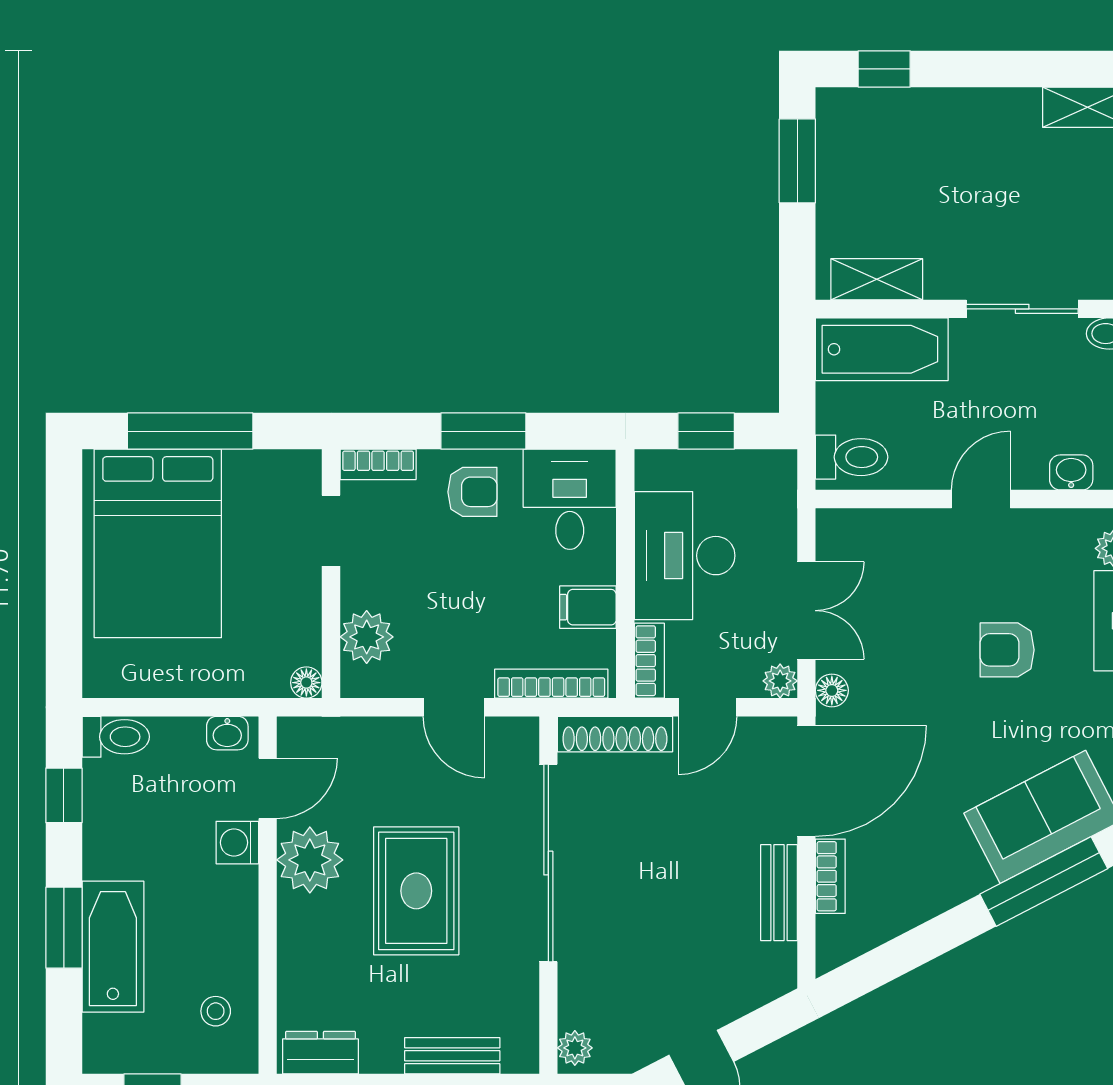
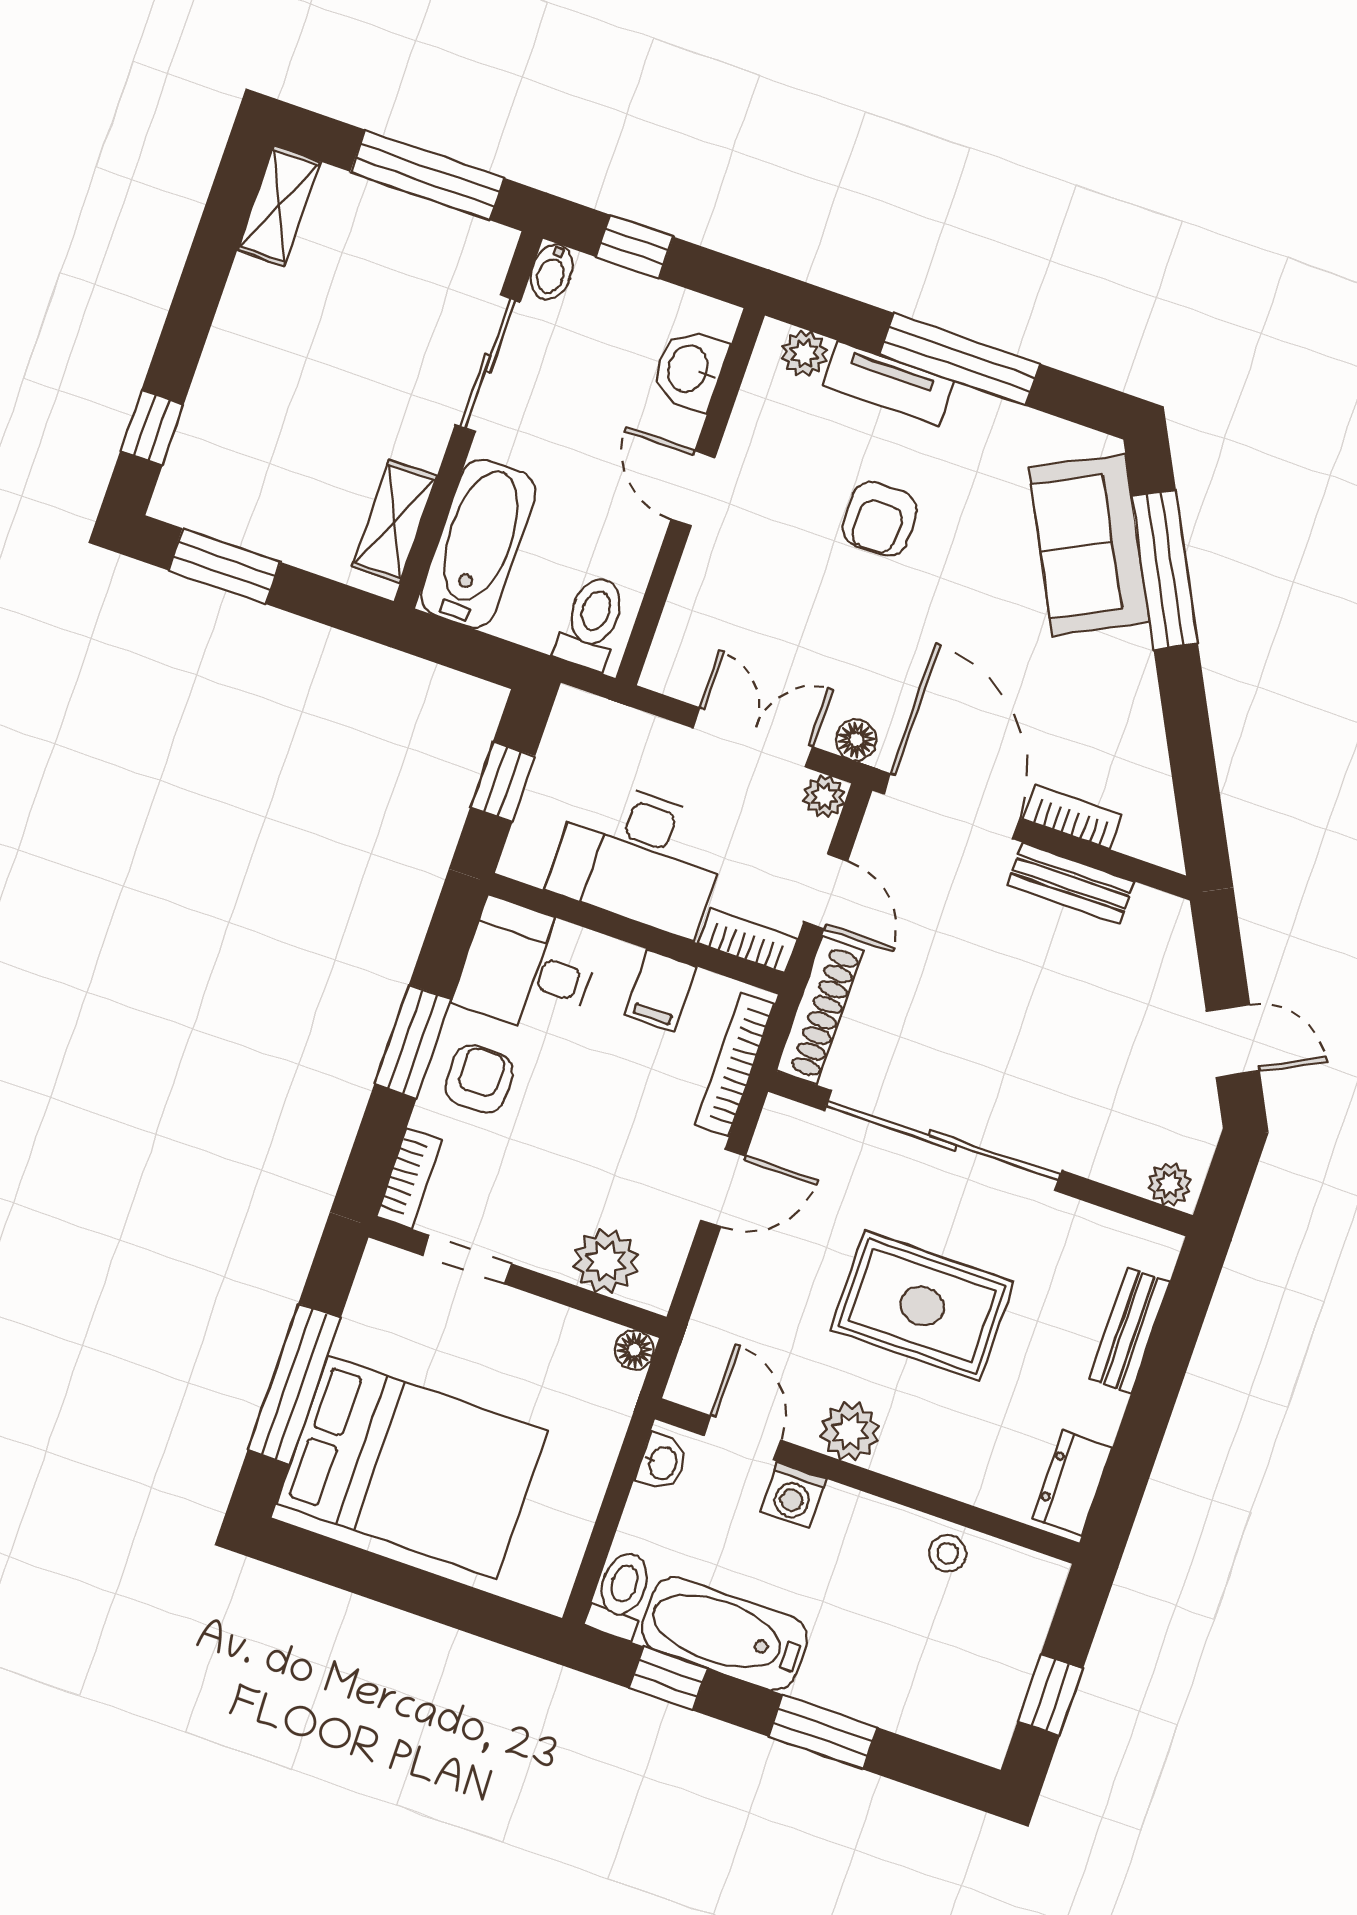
washbasin: (1071, 472) -> (689, 369), width x1.38, depth x1.45
plant: (310, 860) -> (850, 1431), width x0.73, depth x0.73
bathtub: (113, 947) -> (724, 1634), moved
stool: (216, 1011) -> (948, 1553), moved

